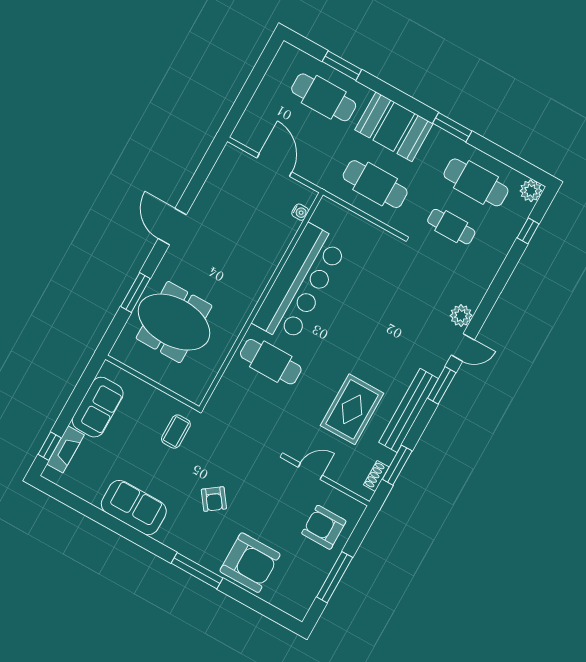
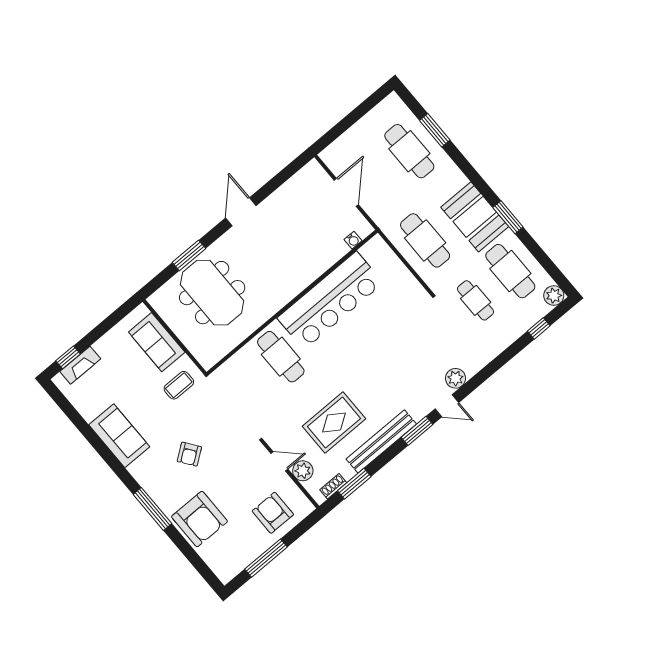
booth: (394, 127) -> (475, 217), moved
sofa: (98, 407) -> (157, 342), moved, turned 90
plant: (338, 472) -> (303, 471), added

